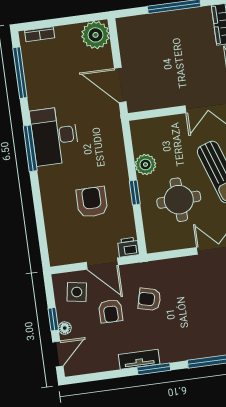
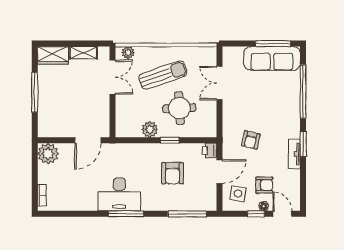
window: (20, 73) -> (187, 214), moved
armchair: (92, 202) -> (172, 173), turned -90
armchair: (111, 311) -> (264, 185), moved

